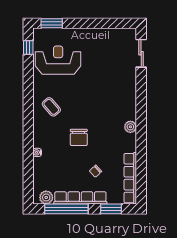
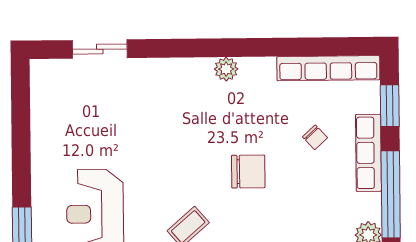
sliding door: (141, 53) -> (100, 49), moved
row of seats: (80, 198) -> (368, 153), width x0.73

